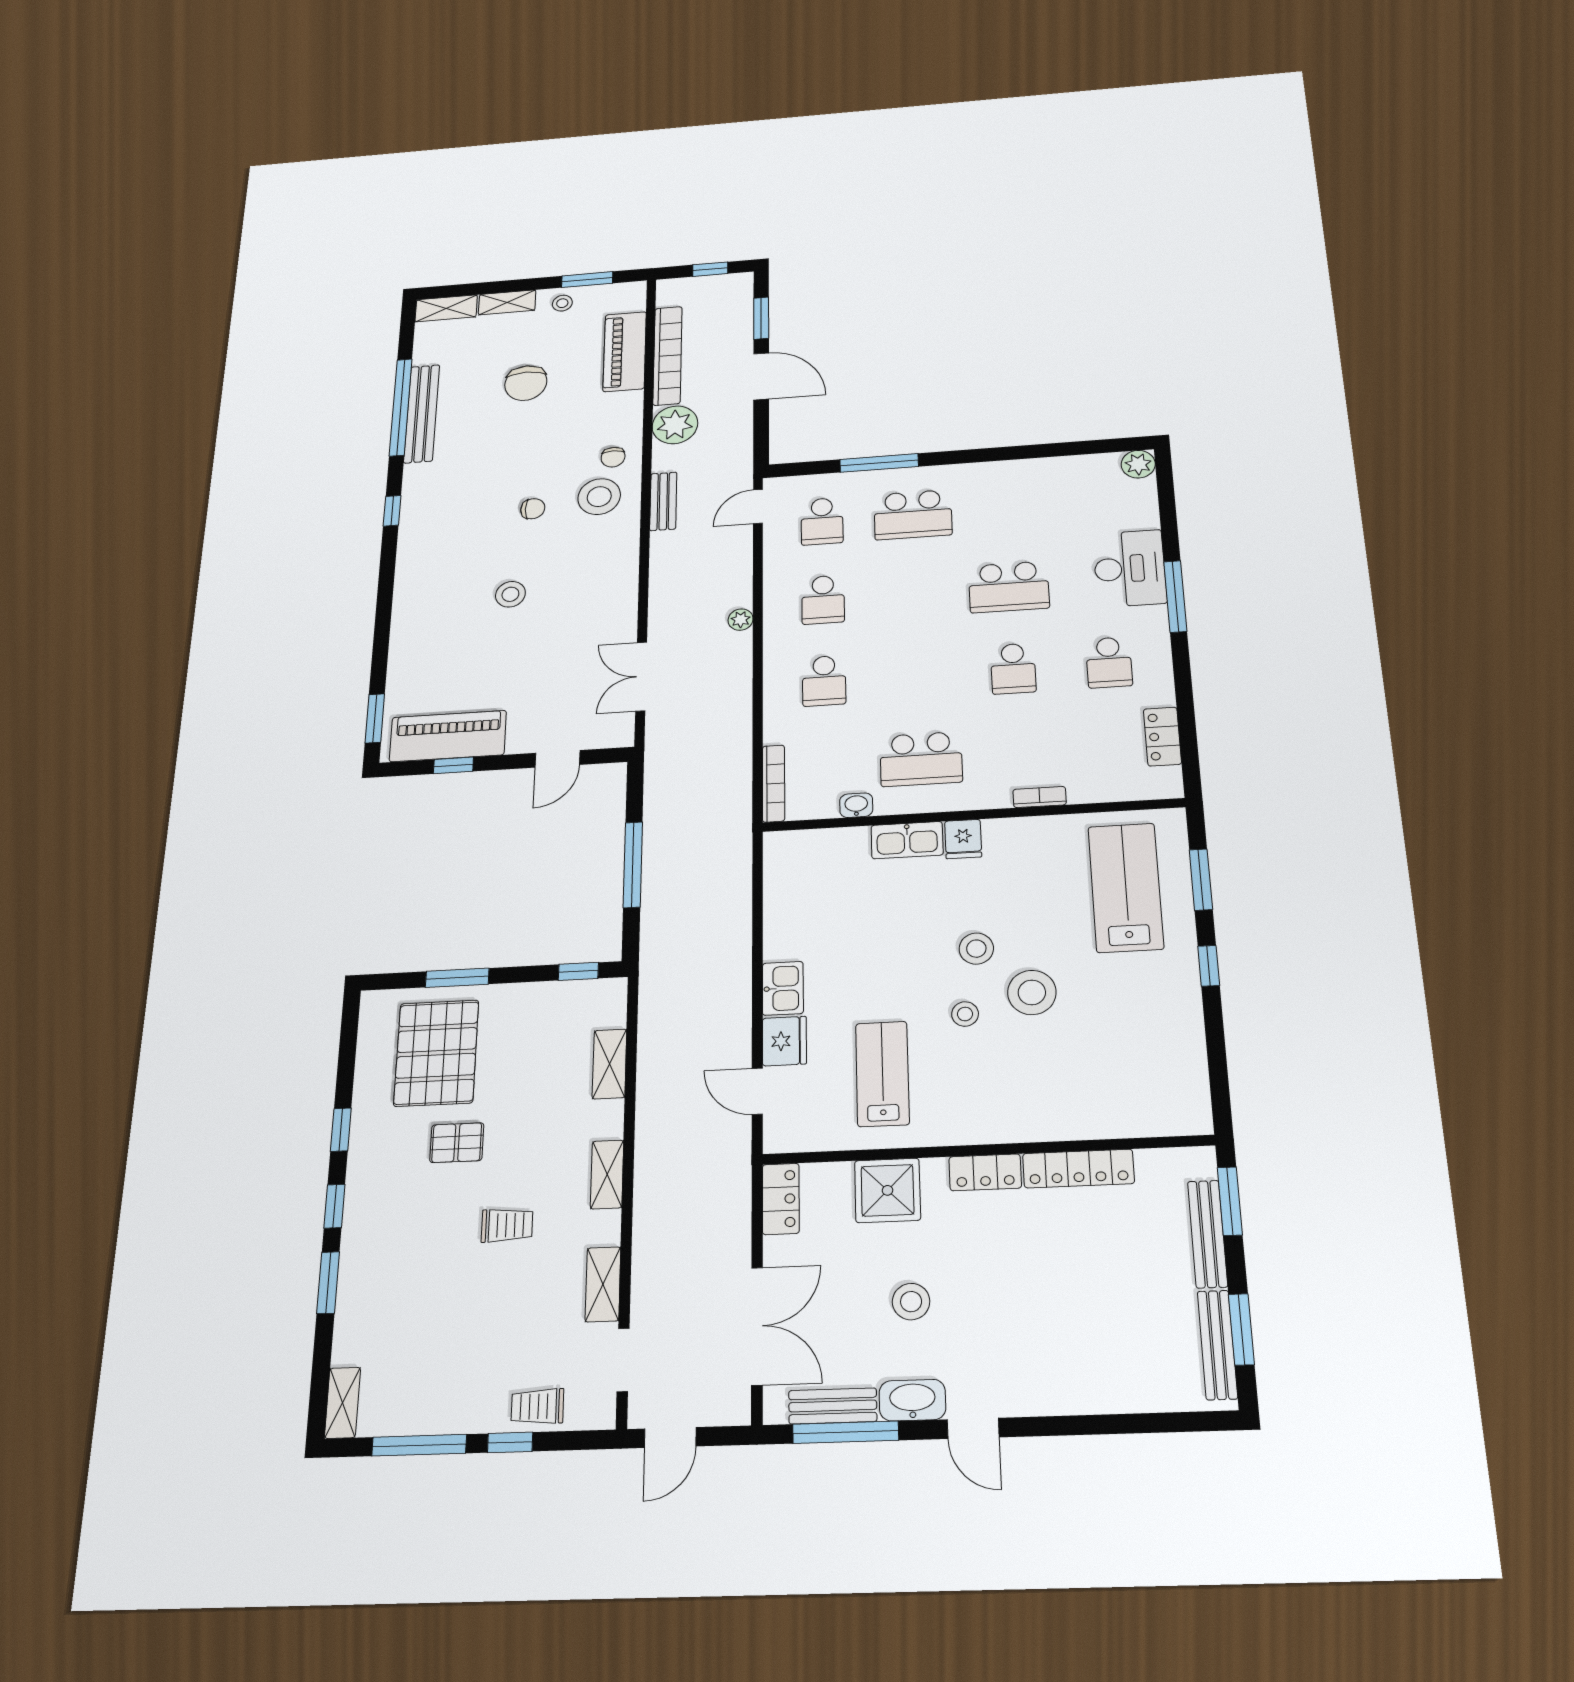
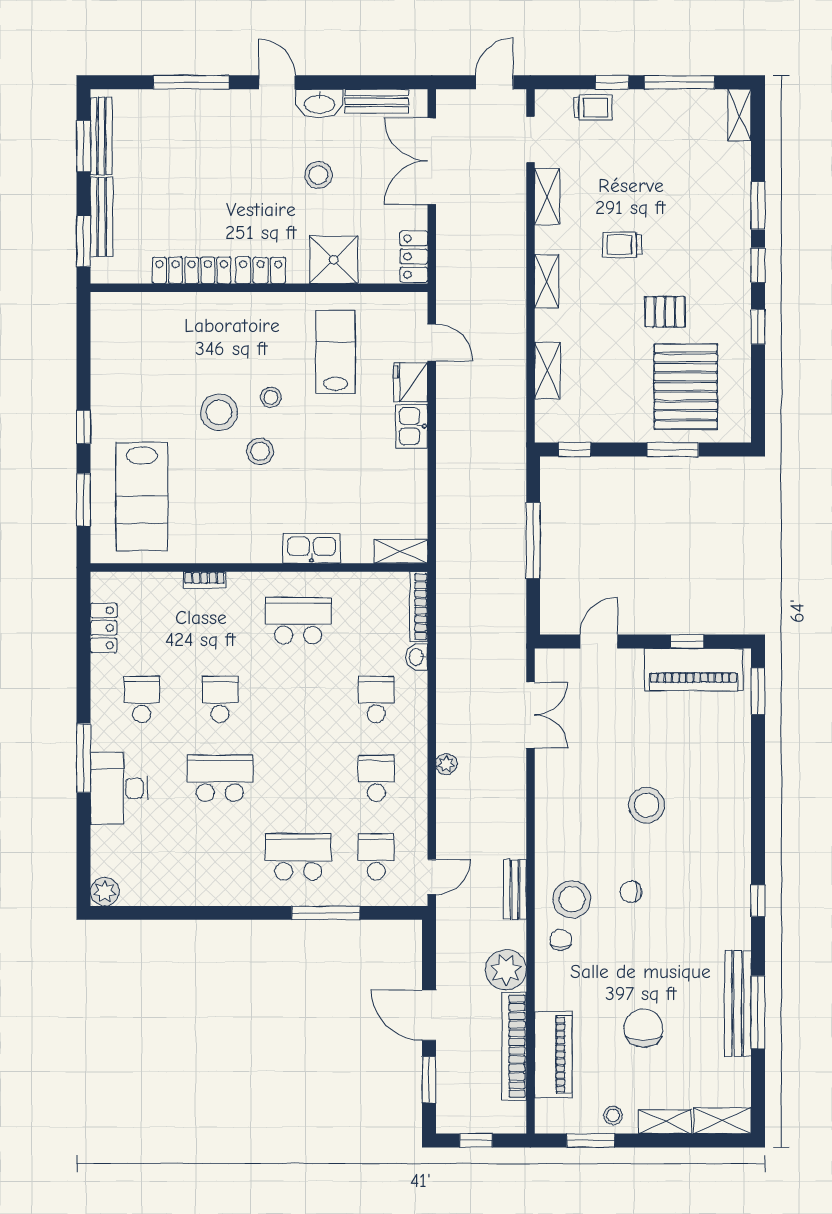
window: (401, 407) -> (758, 1012), width x0.68
stool: (510, 594) -> (647, 805), width x1.38, depth x1.38
washbasin: (856, 805) -> (417, 657), moved, turned 90
fridge: (963, 839) -> (267, 547), removed
shelving: (796, 843) -> (401, 551), added
lab bench: (882, 1074) -> (335, 352), turned 180
window: (846, 1432) -> (191, 82), moved

